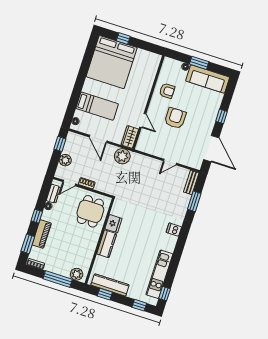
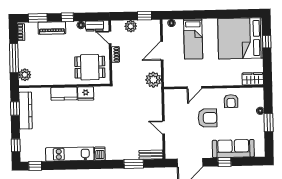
sofa: (208, 79) -> (233, 149), moved, turned 90
wardrobe: (130, 137) -> (253, 79), moved
kitchen unit: (159, 274) -> (70, 154), moved

